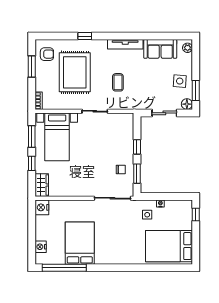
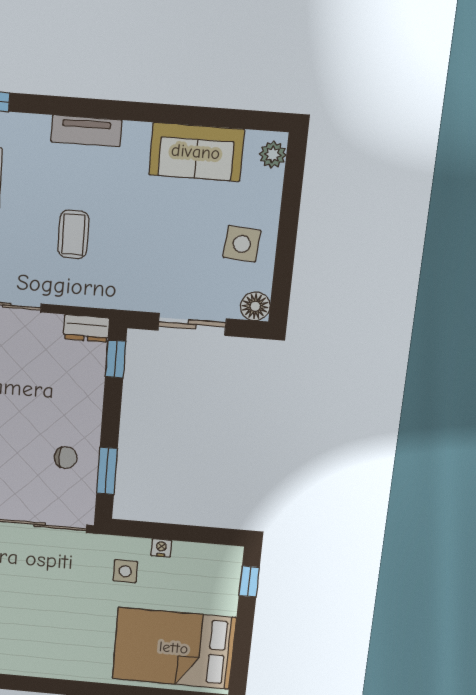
tv unit: (125, 44) -> (86, 131), width x0.71
window: (196, 91) -> (283, 272), removed
dresser: (125, 118) -> (86, 328), added
window: (137, 147) -> (116, 359), moved

